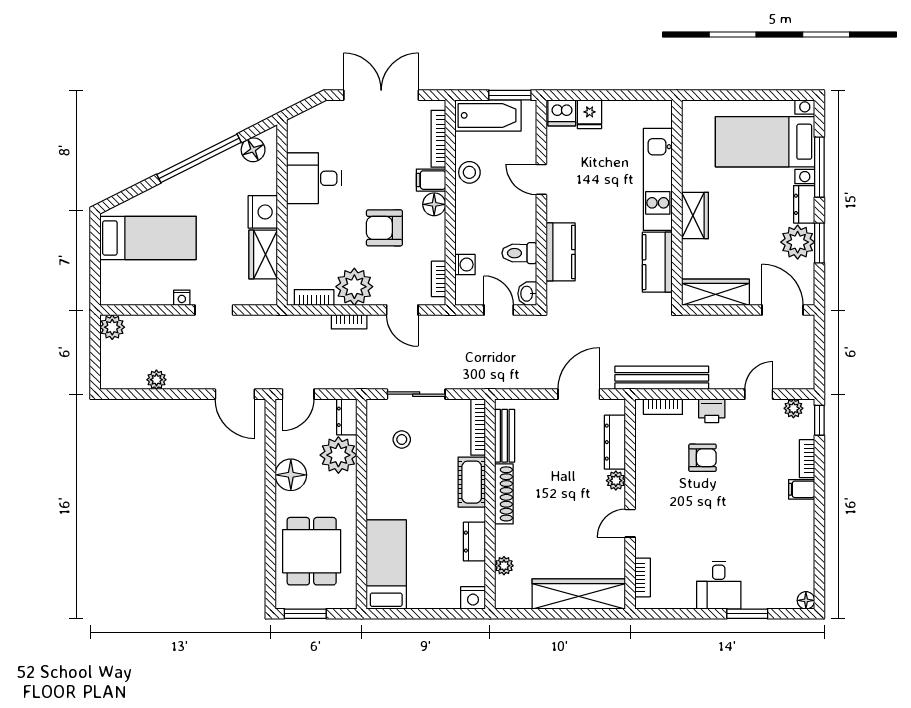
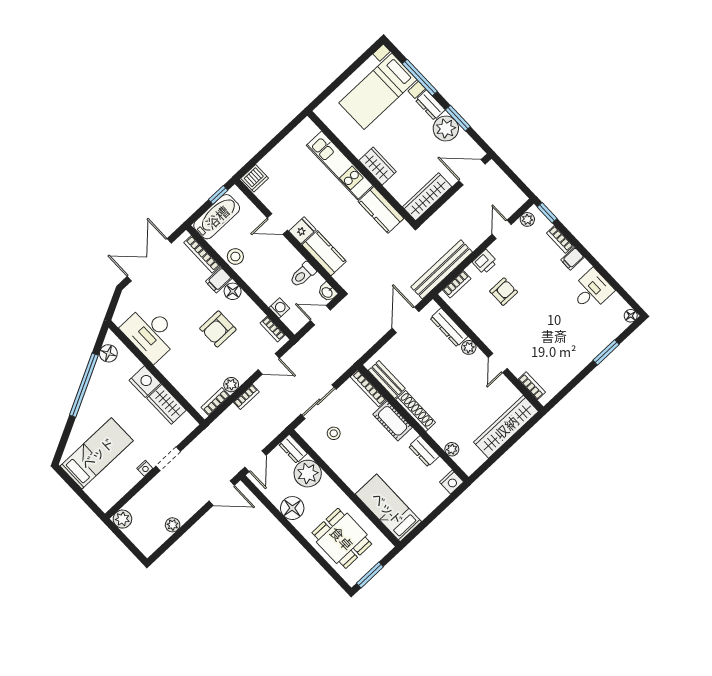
window: (510, 95) -> (218, 195), width x0.67
fridge: (590, 114) -> (302, 230), moved, turned -90
desk: (314, 178) -> (151, 333), width x1.37
plant: (354, 287) -> (231, 385), width x0.53, depth x0.53
desk: (719, 585) -> (592, 291), moved, turned -90

